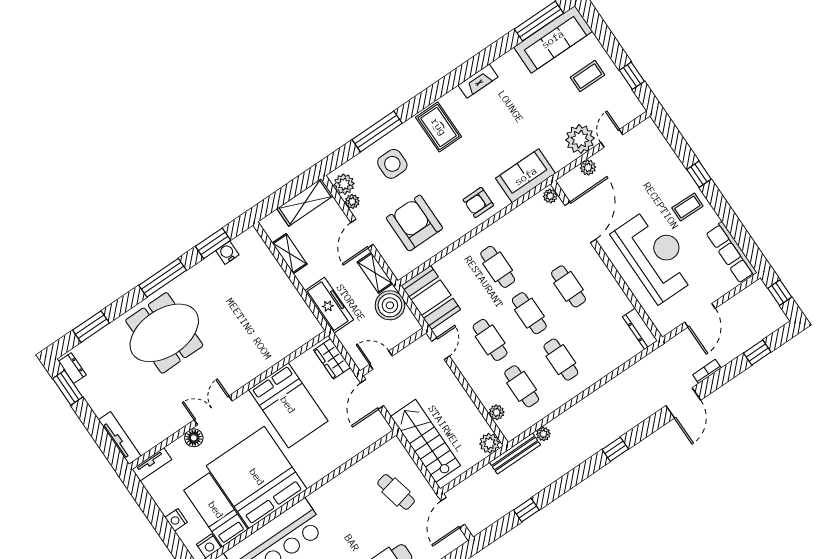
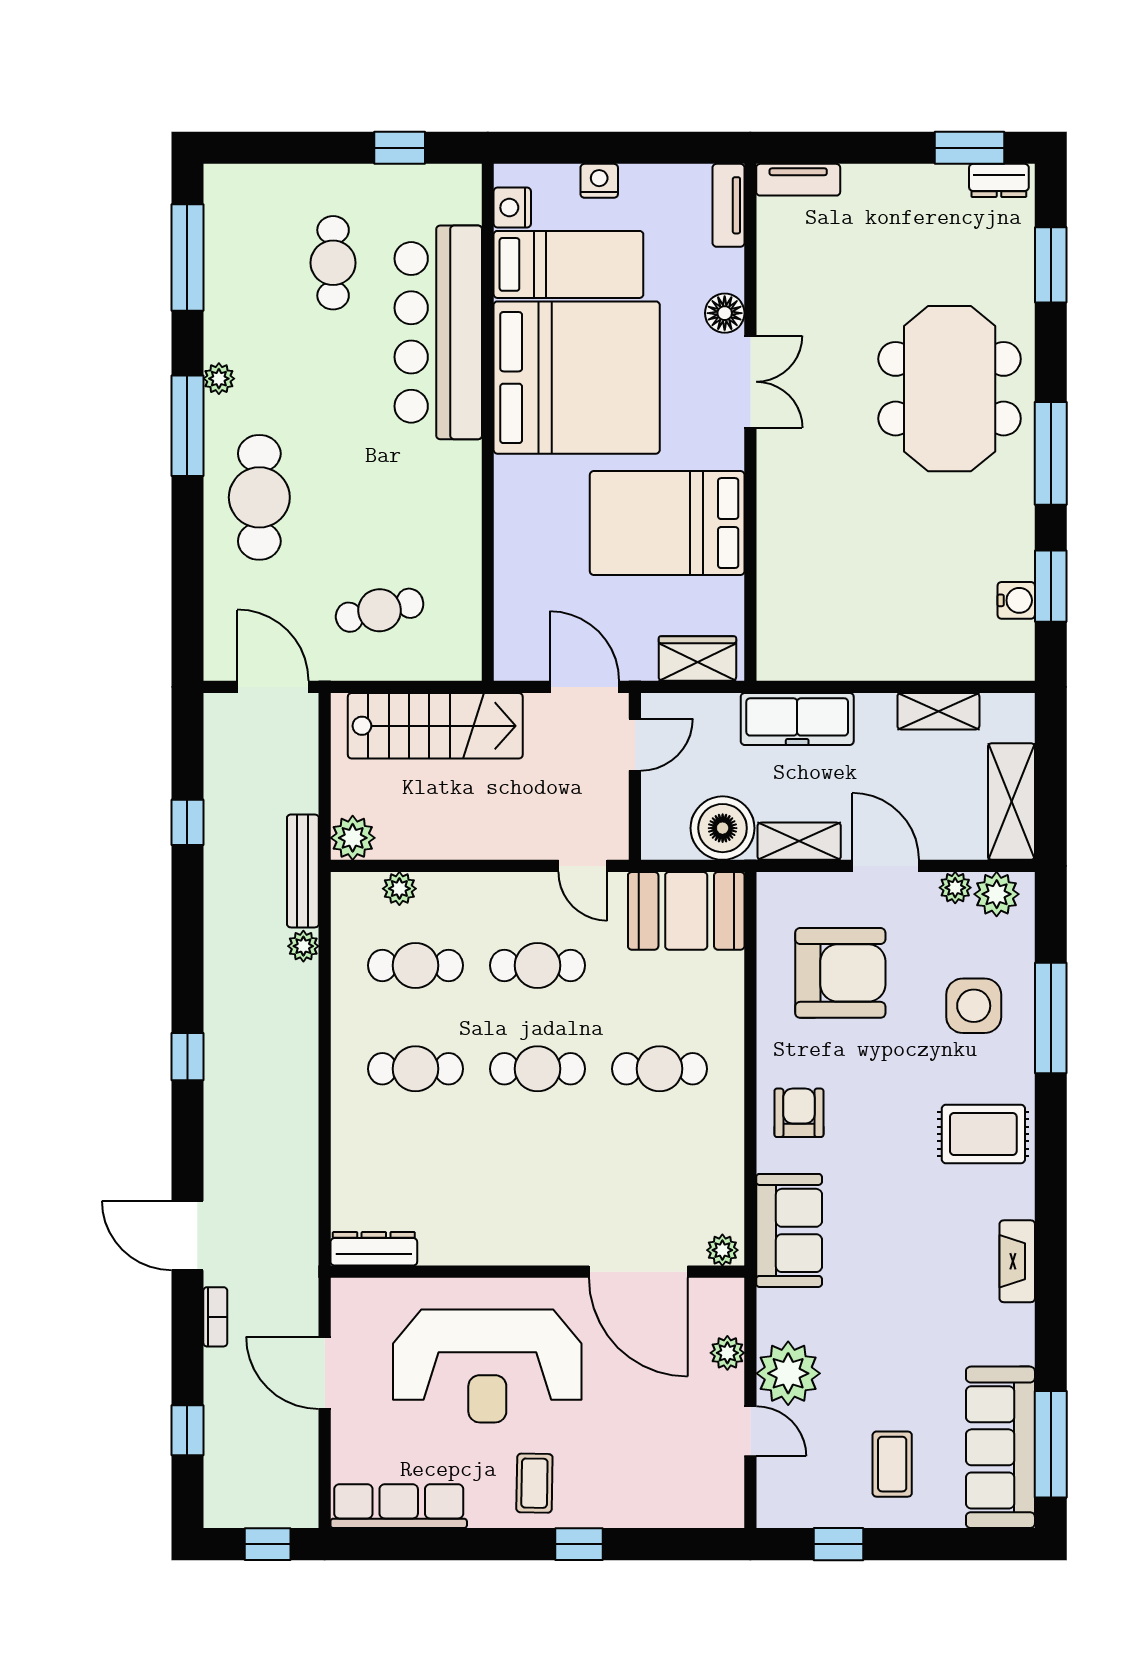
cafe table: (568, 286) -> (537, 1172), removed
tv unit: (120, 438) -> (798, 180), width x0.71

